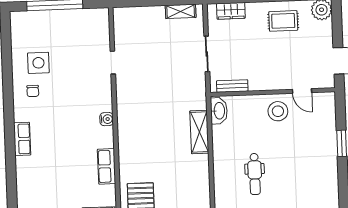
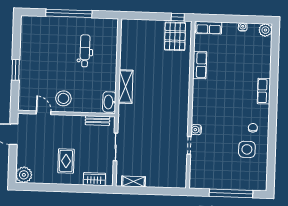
rug: (283, 21) -> (66, 161), moved, turned 90
water cooler: (107, 119) -> (196, 130), moved

